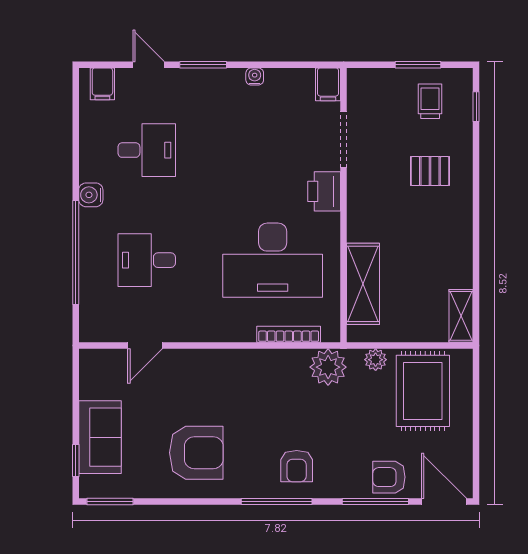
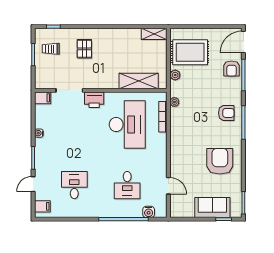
water cooler: (91, 195) -> (149, 212), moved
plant: (328, 367) -> (174, 102), width x0.53, depth x0.53

